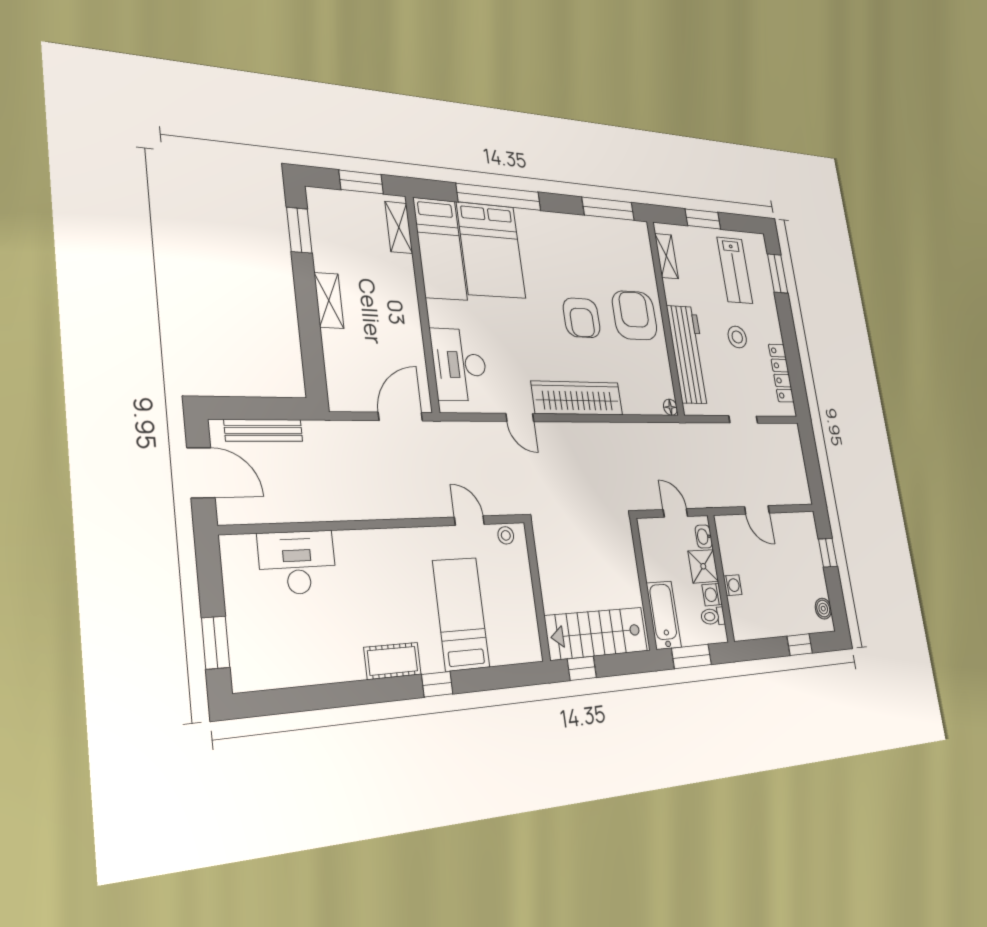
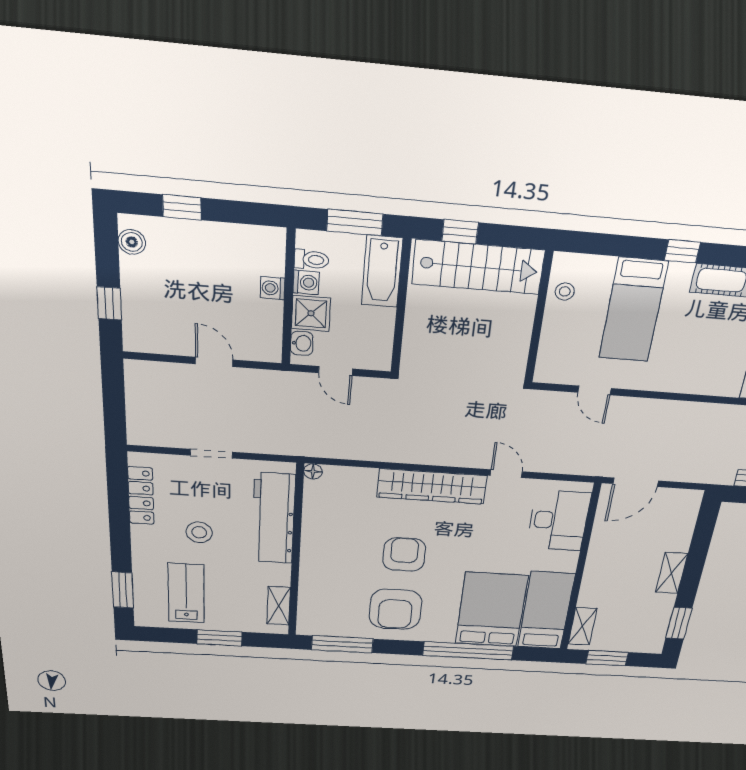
armchair: (635, 315) -> (395, 609), moved
stool: (506, 535) -> (565, 291), moved
window: (582, 668) -> (460, 232), moved

